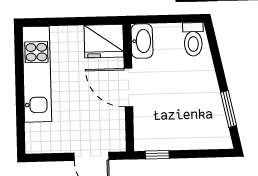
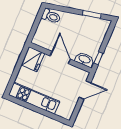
washbasin: (142, 41) -> (84, 59), moved
door: (128, 88) -> (60, 58), swing flipped

